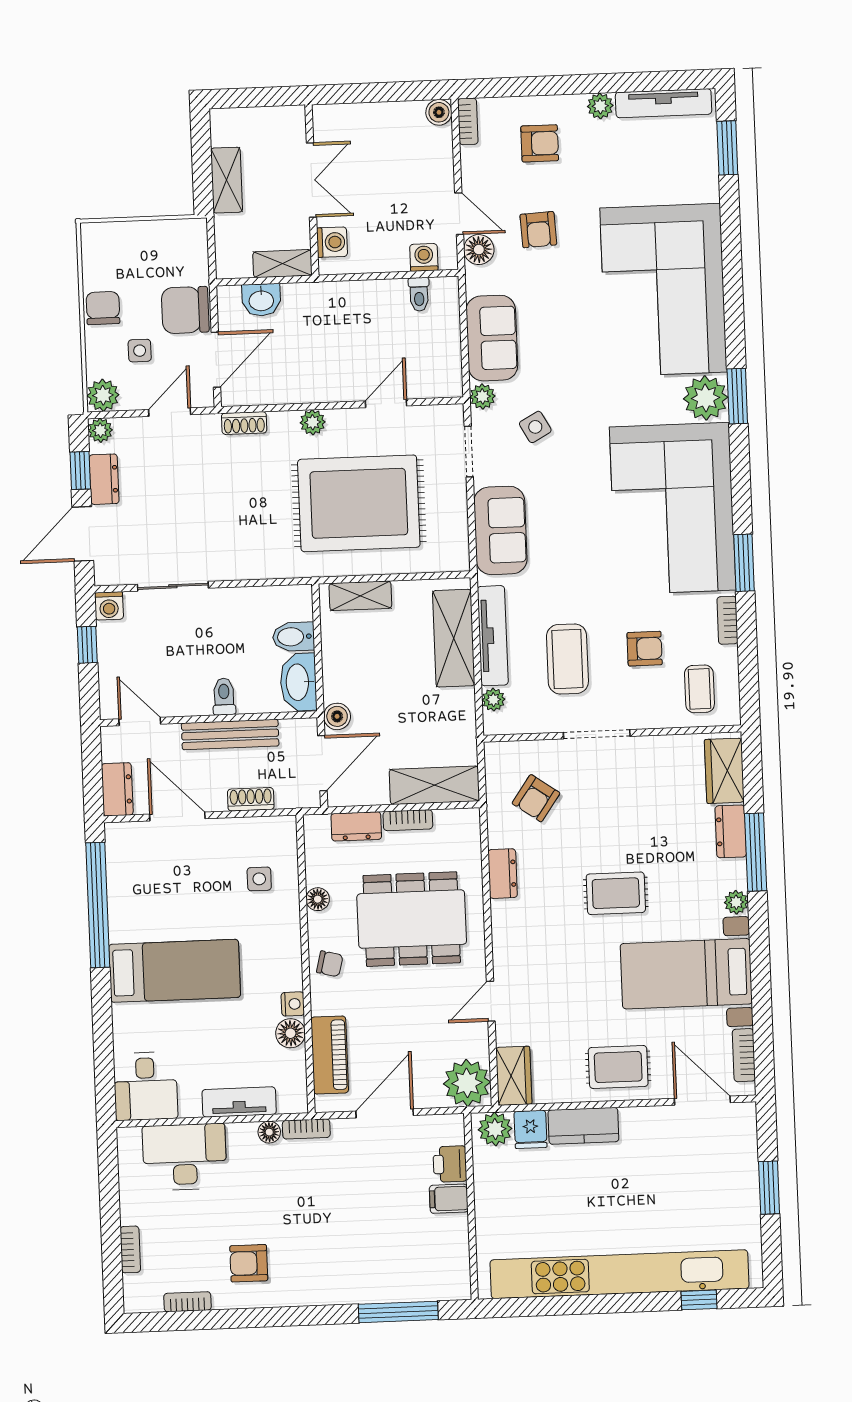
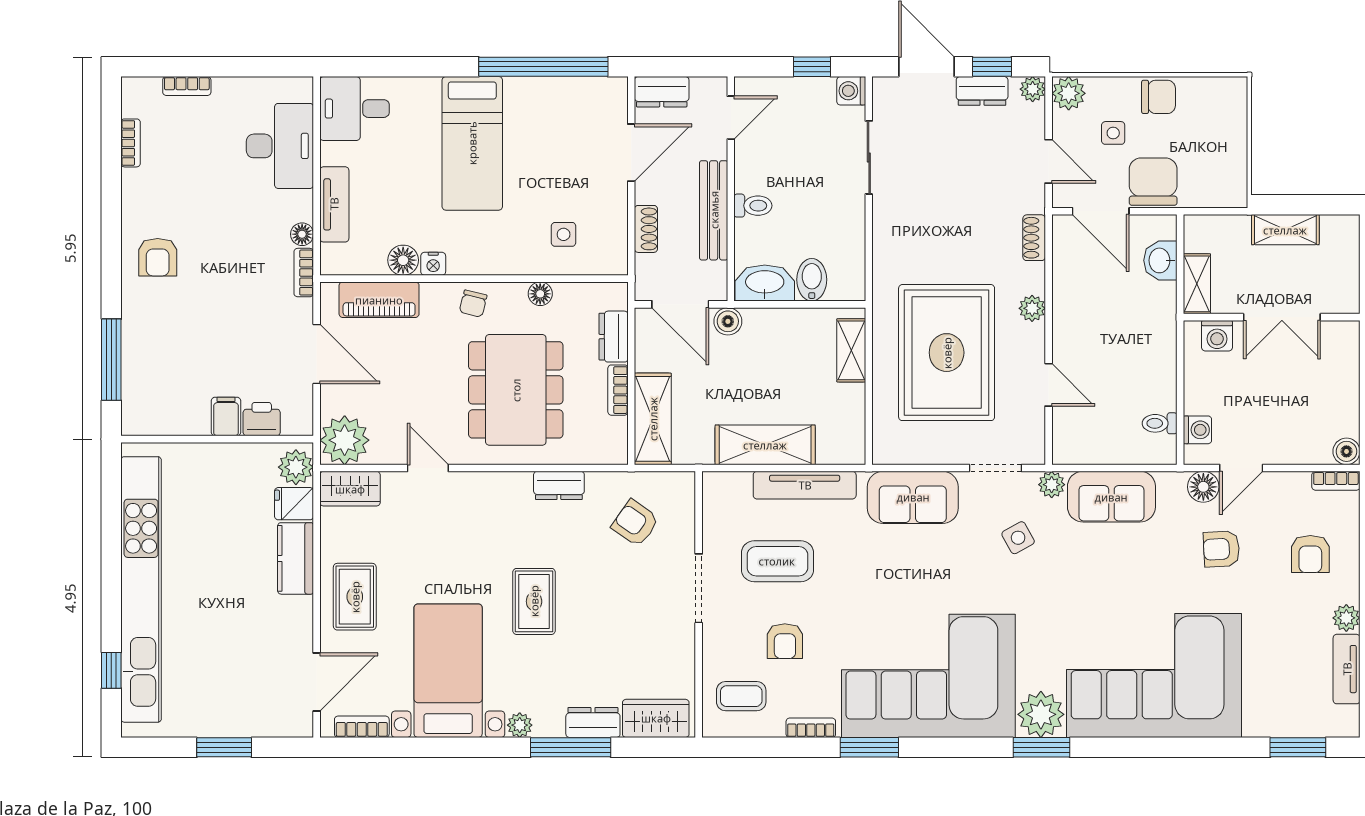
tv unit: (664, 103) -> (1347, 669), width x0.71
shelving: (454, 638) -> (765, 445), moved
plant: (493, 700) -> (739, 483), removed
armchair: (249, 1263) -> (158, 257), moved, turned 180

